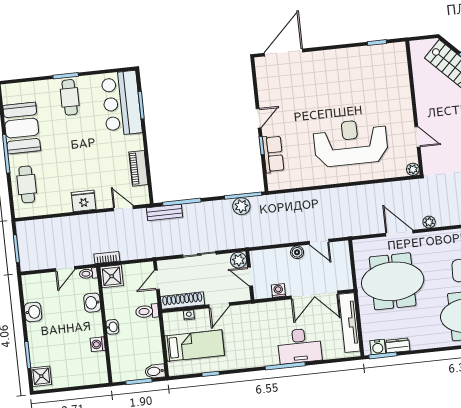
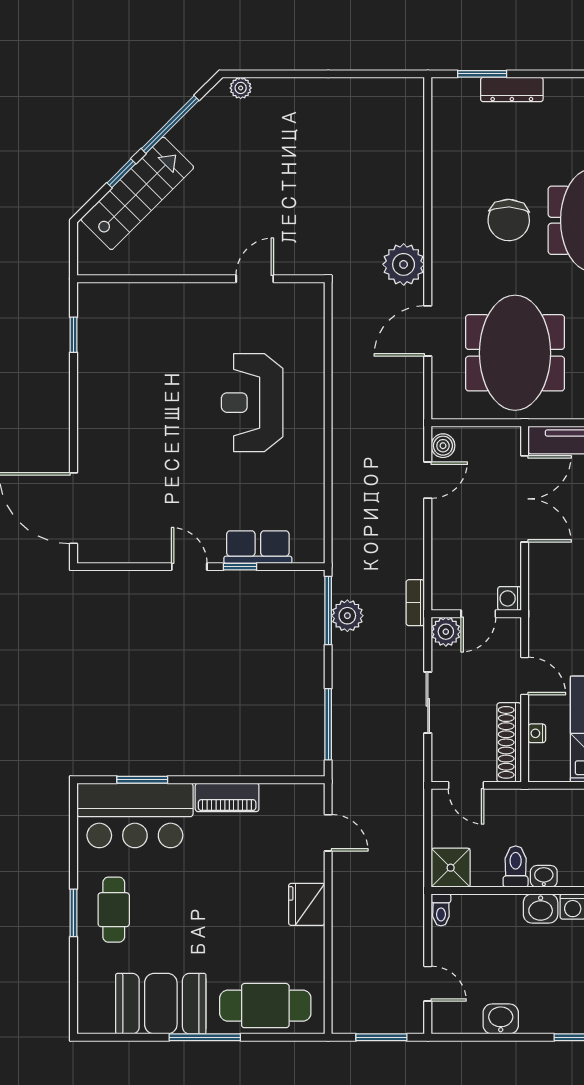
cafe table: (70, 97) -> (114, 910), turned 90
reception desk: (351, 143) -> (252, 403), width x0.74, depth x0.77
piano: (138, 168) -> (227, 797), moved
plant: (413, 169) -> (313, 294), removed
cafe table: (27, 184) -> (265, 1006), width x1.37, depth x1.35
door: (123, 208) -> (328, 833), swing flipped
bench: (164, 212) -> (344, 758), removed
plant: (429, 222) -> (404, 264), width x1.88, depth x1.88
boiler: (297, 252) -> (443, 446), moved
bookcase: (107, 258) -> (415, 603), moved
door: (65, 269) -> (428, 984), moved
washing machine: (278, 291) -> (510, 598), moved
washbasin: (92, 303) -> (541, 908), moved
toilet: (147, 311) -> (516, 867), moved, turned 180

